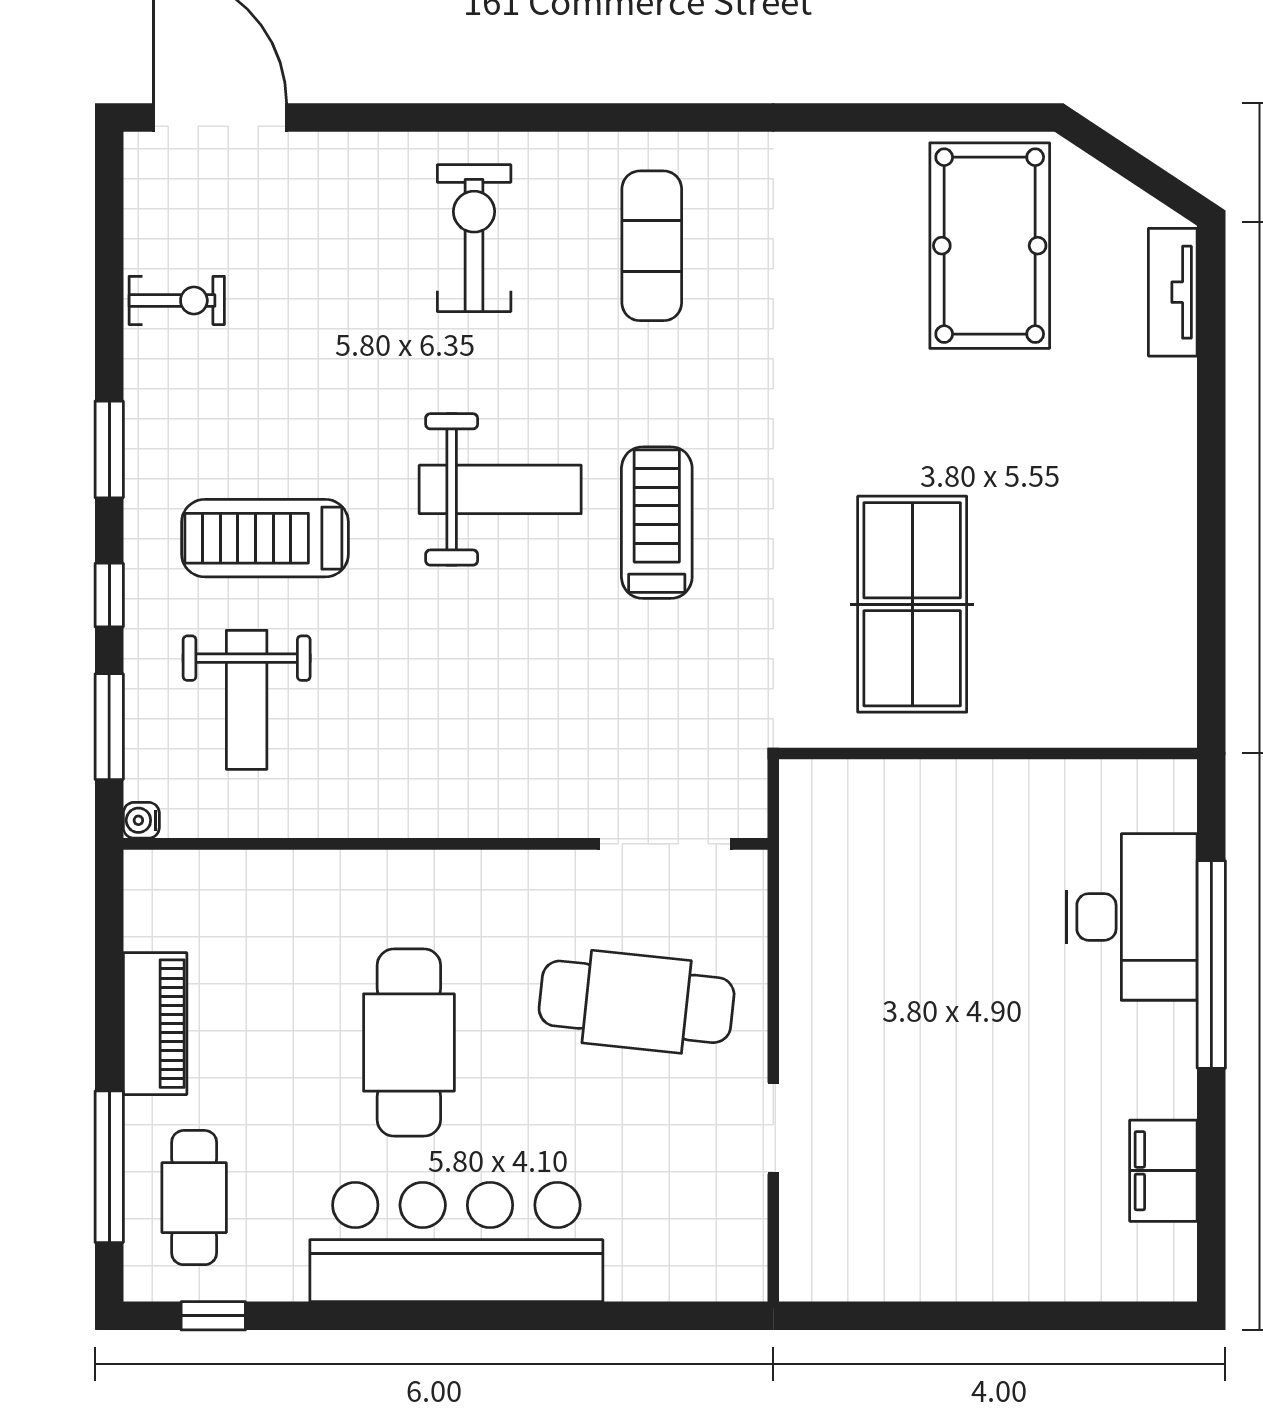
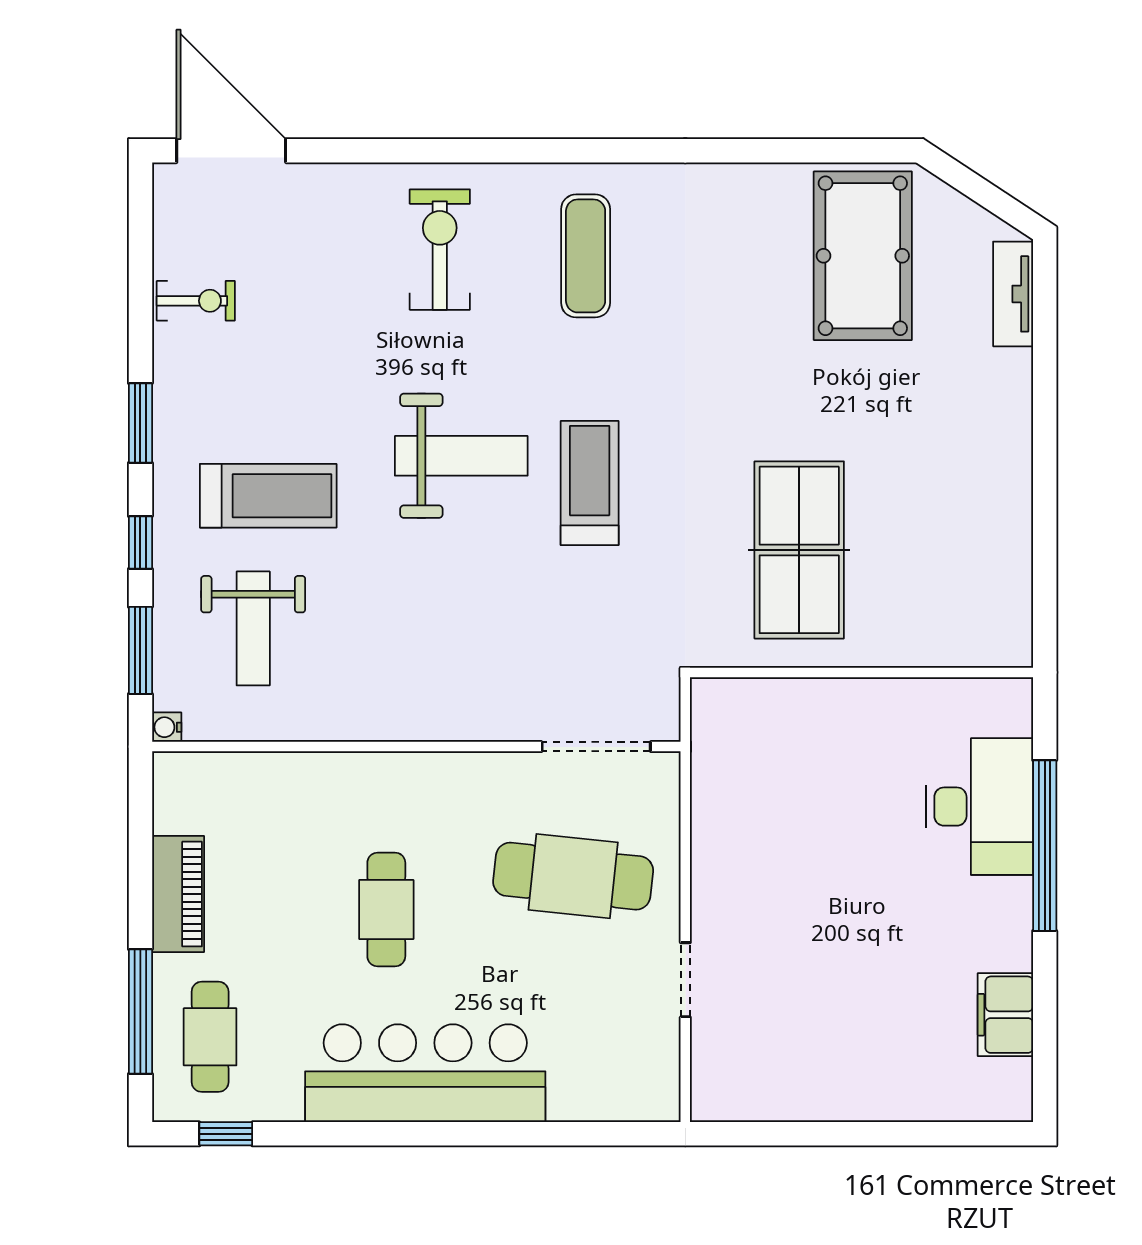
treadmill: (265, 538) -> (268, 496), turned 180
cafe table: (409, 1042) -> (386, 910), width x0.73, depth x0.74

